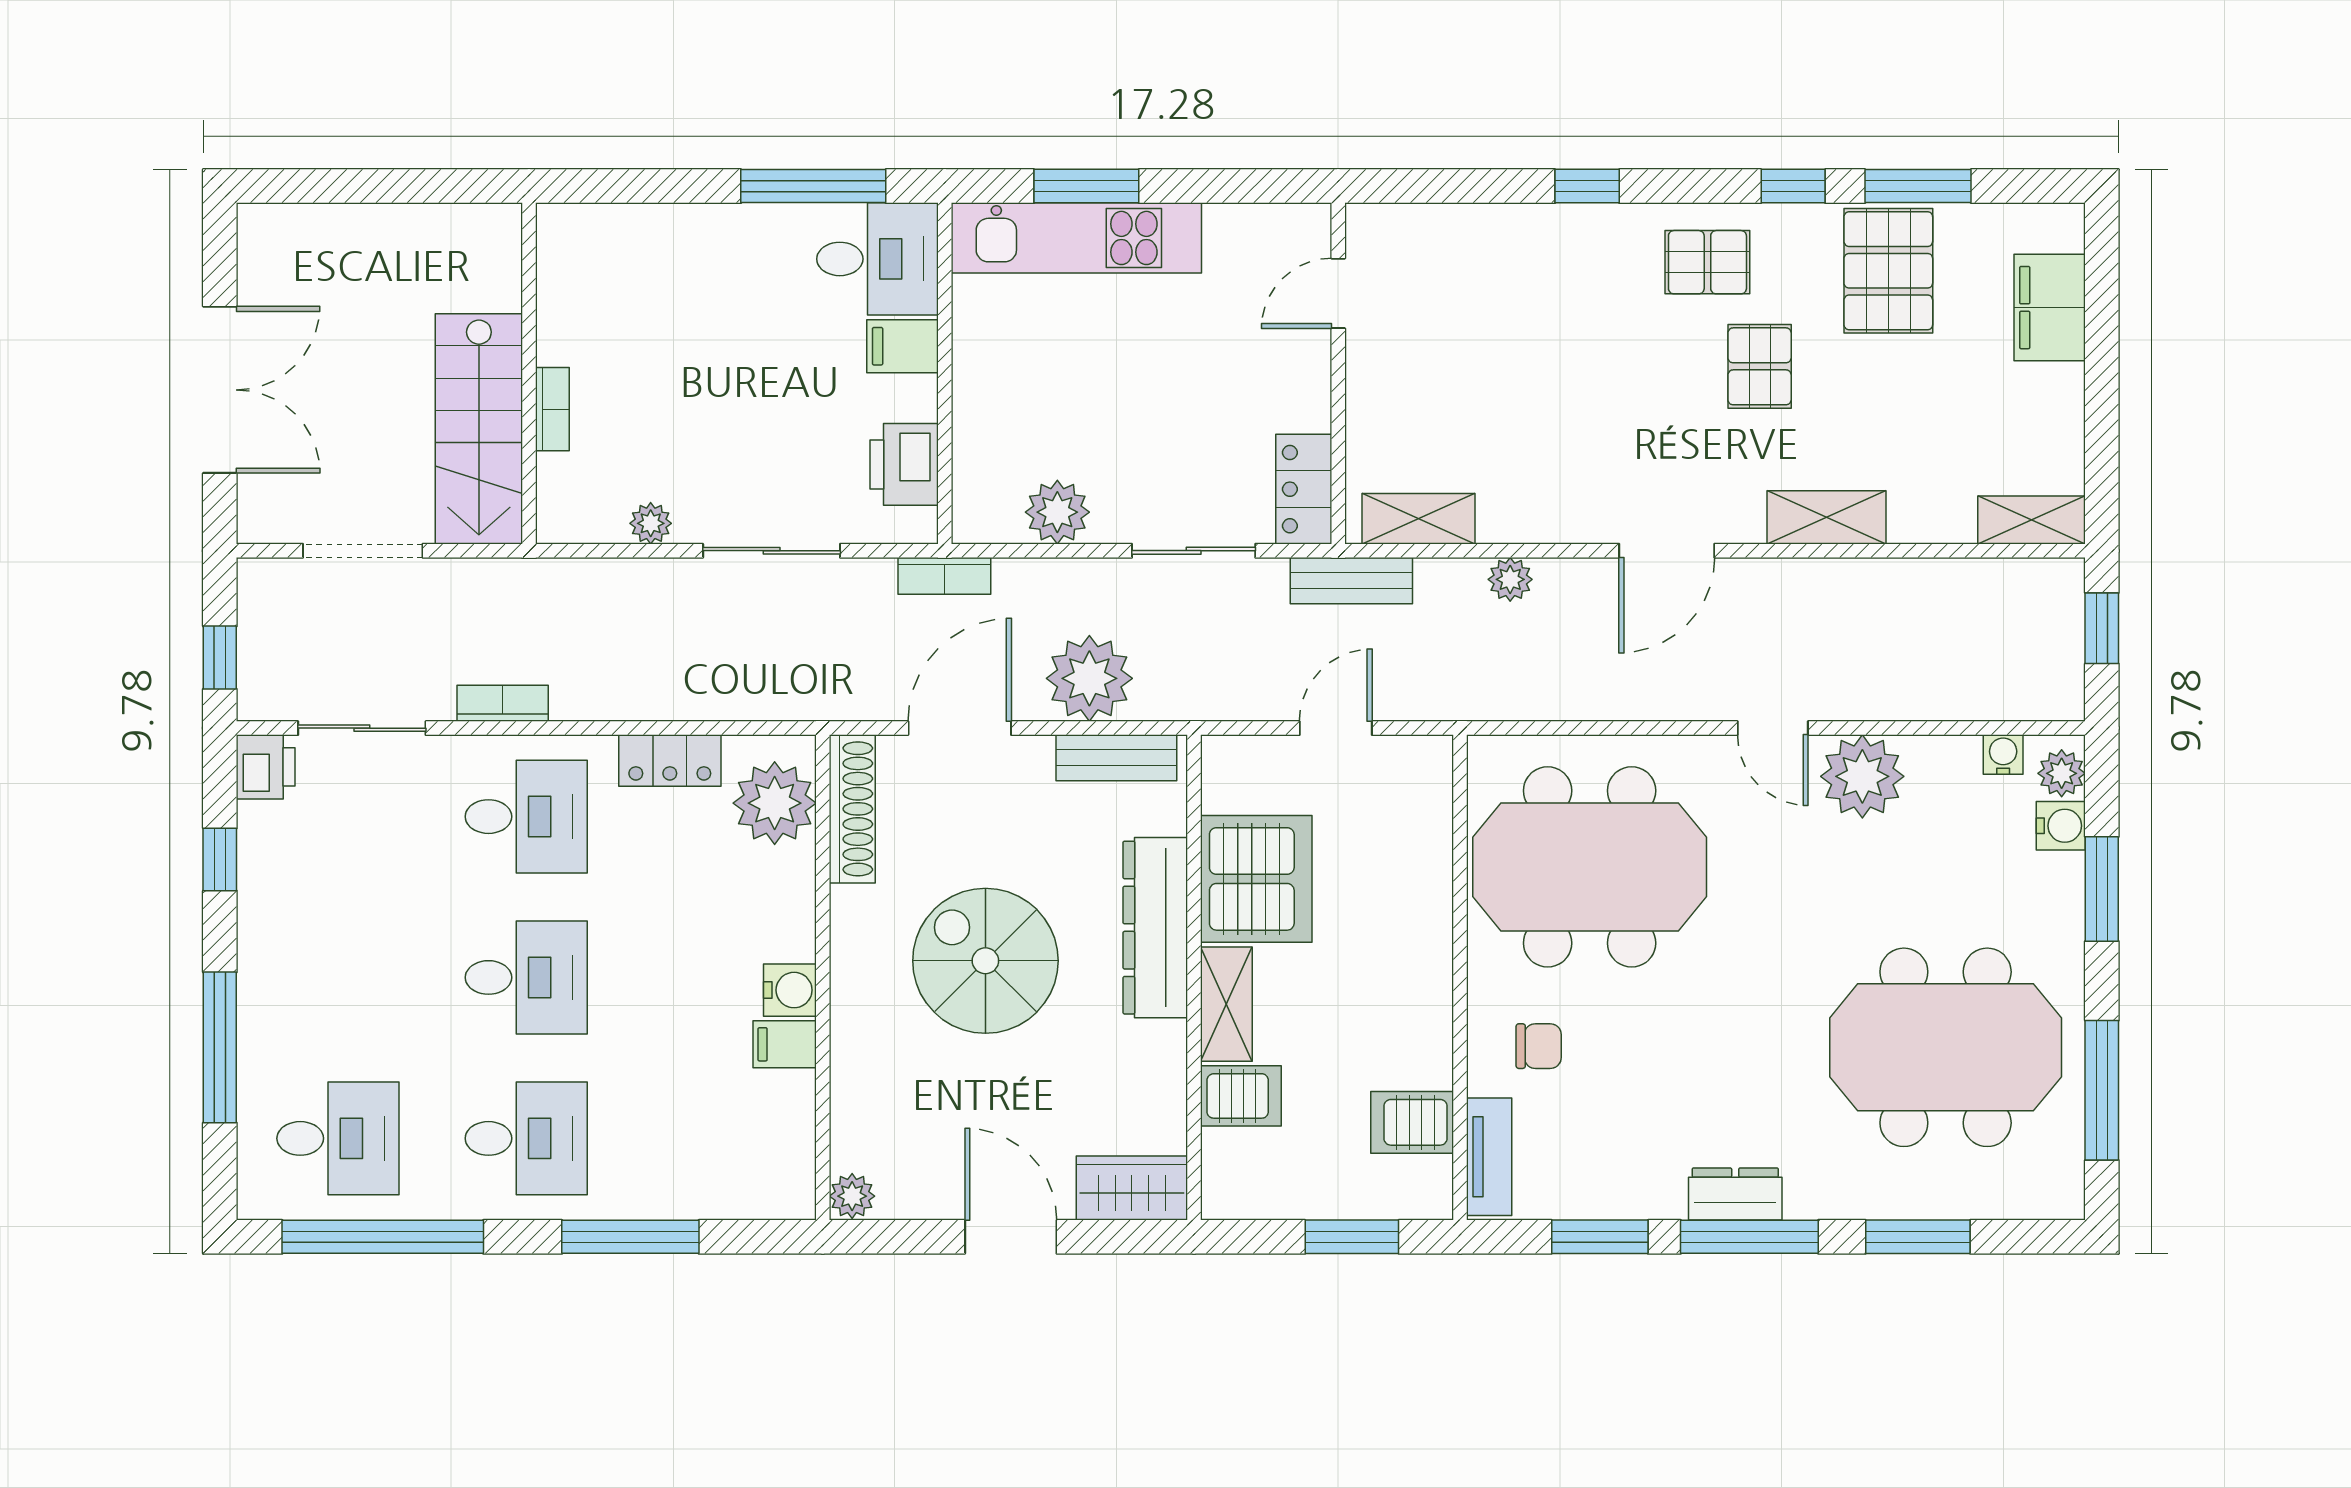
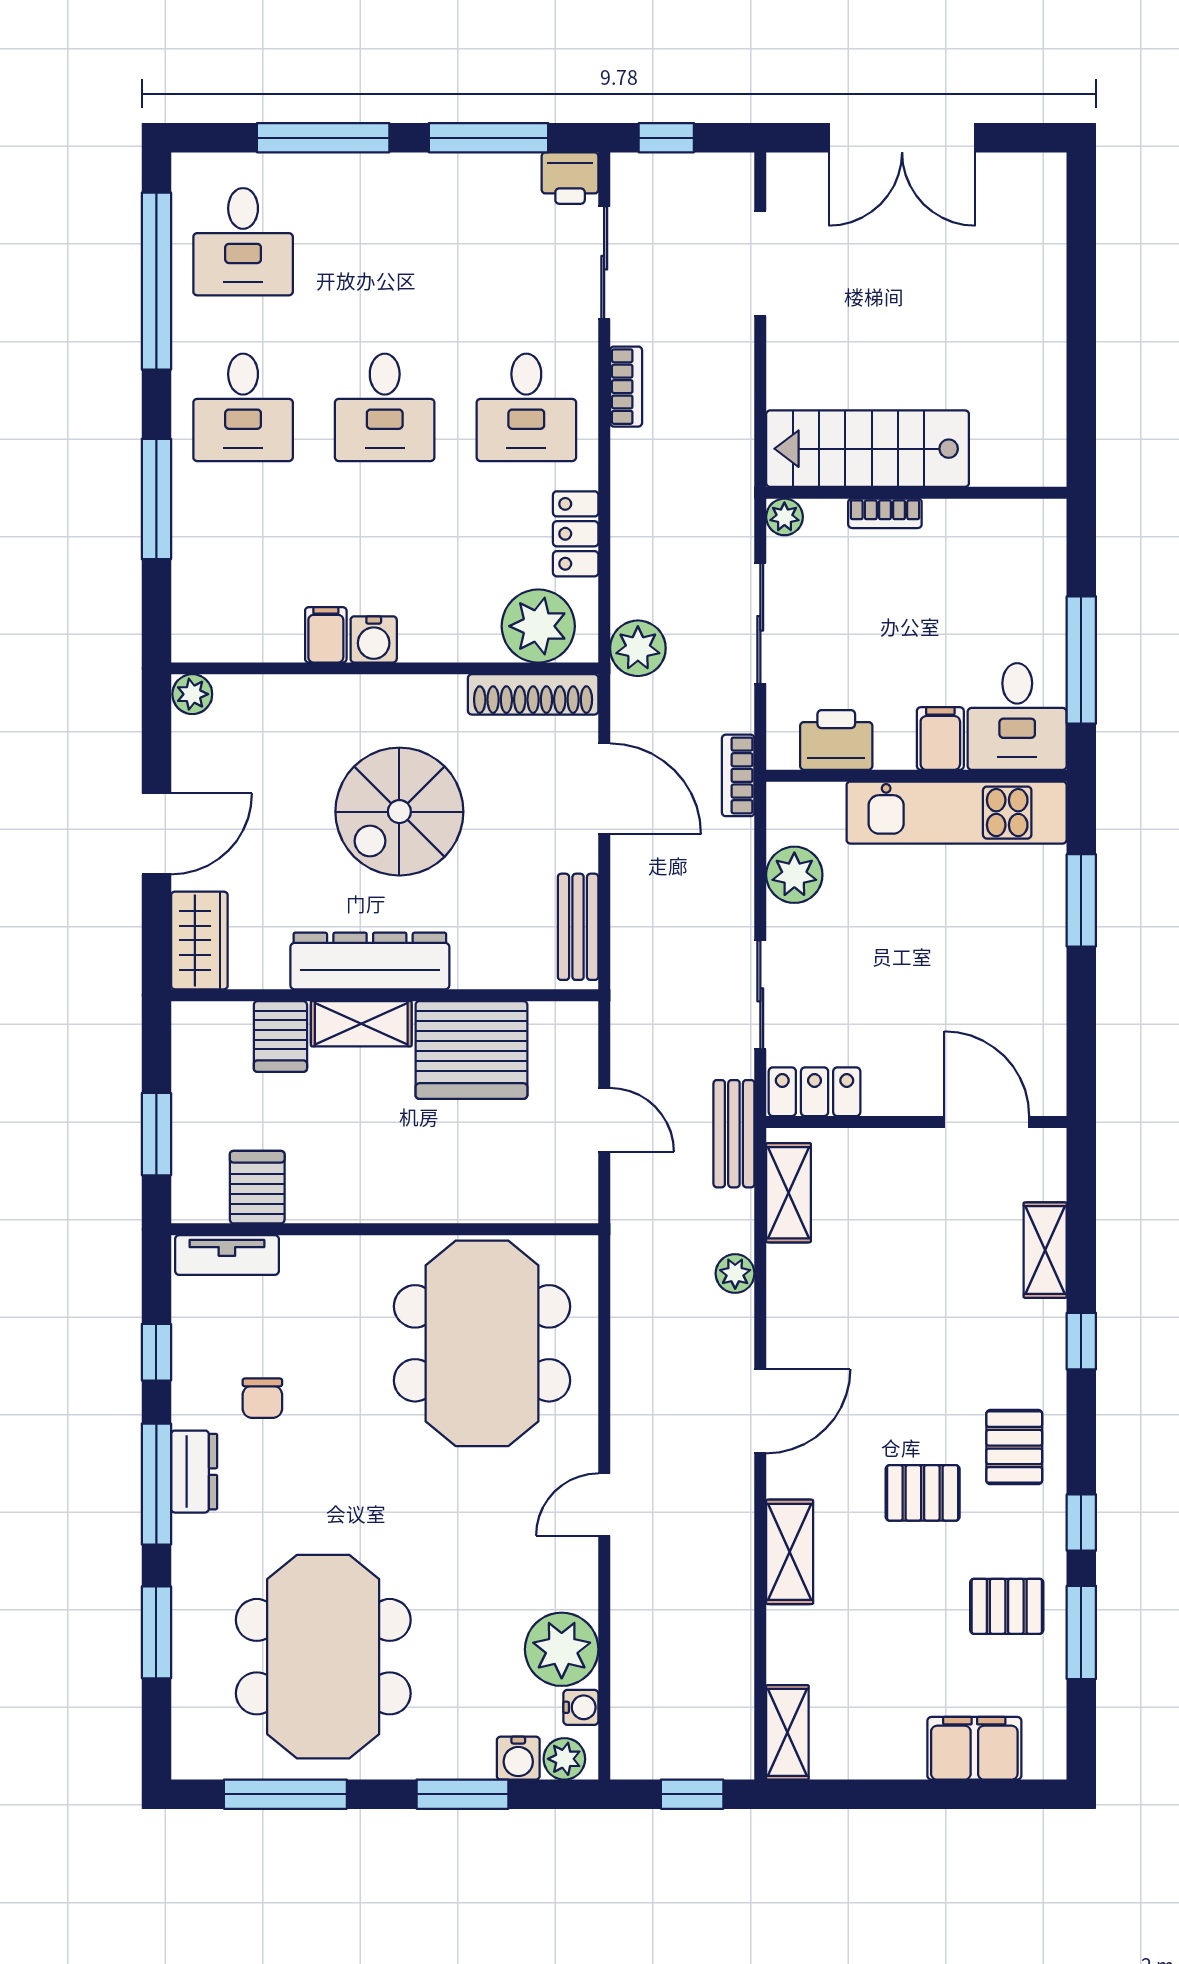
shelving: (1484, 227) -> (1045, 1250), added
kitchen unit: (1076, 238) -> (957, 813), moved, turned -90
pallet: (1888, 271) -> (1007, 1606), width x0.67, depth x0.71
door: (1338, 293) -> (987, 1122), width x1.38
wall: (529, 373) -> (916, 493), moved
bookcase: (552, 409) -> (885, 513), moved
stairs: (479, 429) -> (868, 449), moved
door: (1667, 551) -> (760, 1411), swing flipped
plant: (1089, 678) -> (638, 648), moved, width x0.73, depth x0.73
plant: (1862, 776) -> (562, 1649), moved
window: (220, 859) -> (489, 138), width x2.17
dresser: (1155, 928) -> (370, 961), moved
spiral stairs: (985, 961) -> (399, 812), turned 180
chair: (1539, 1046) -> (262, 1398), moved
window: (1600, 1237) -> (156, 1352), width x0.67

